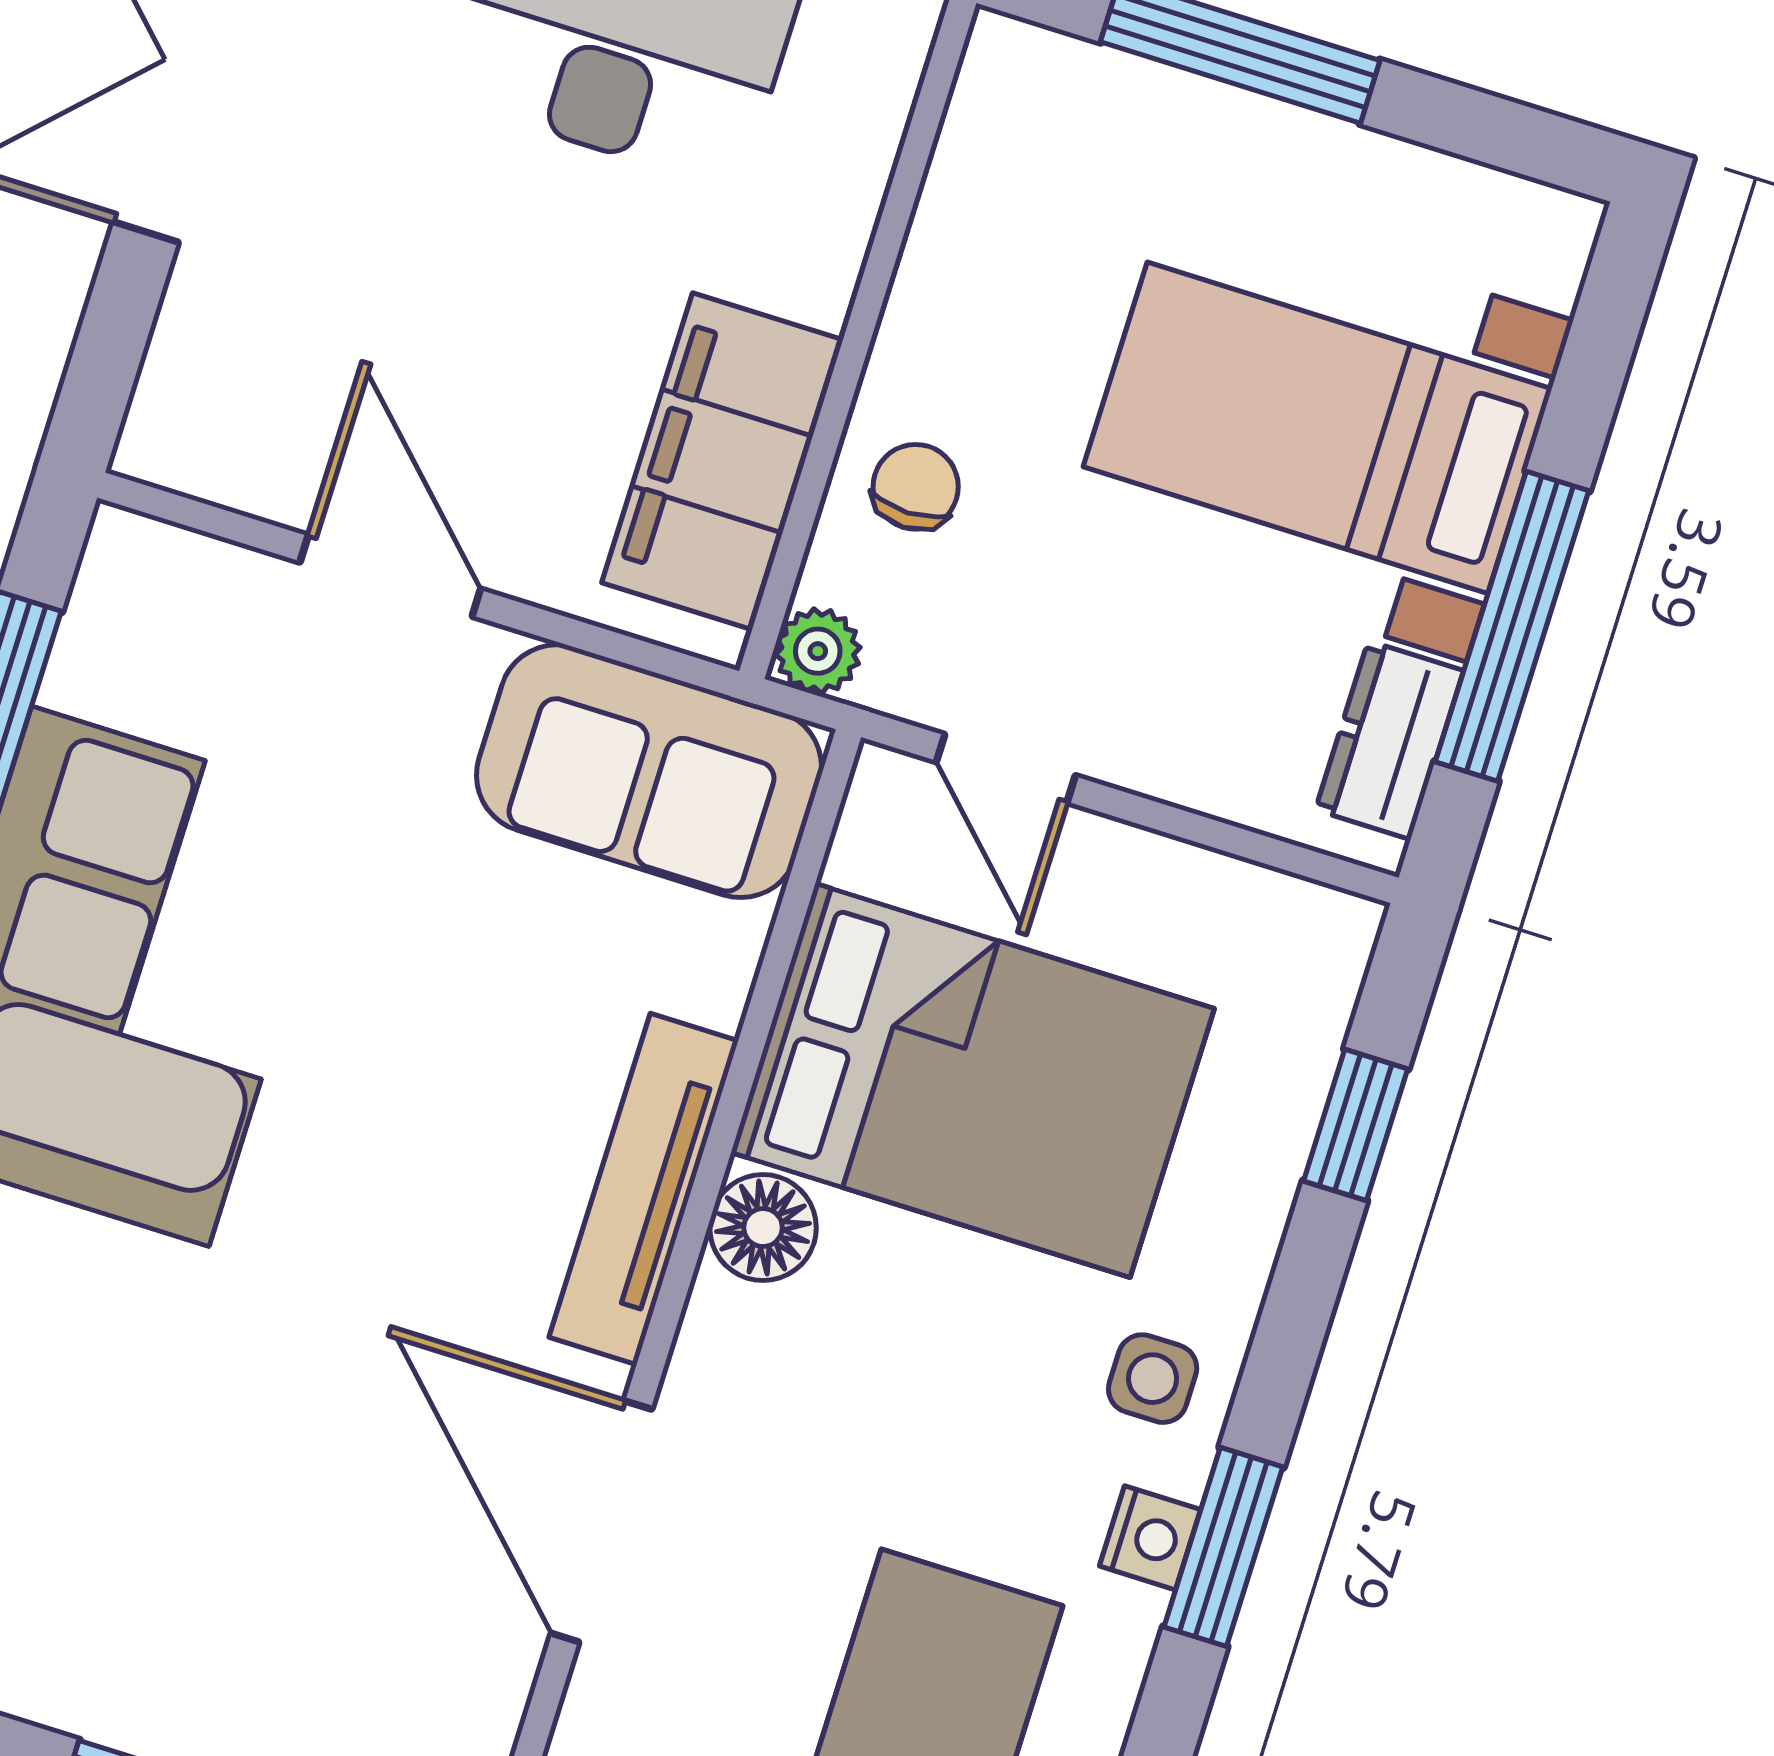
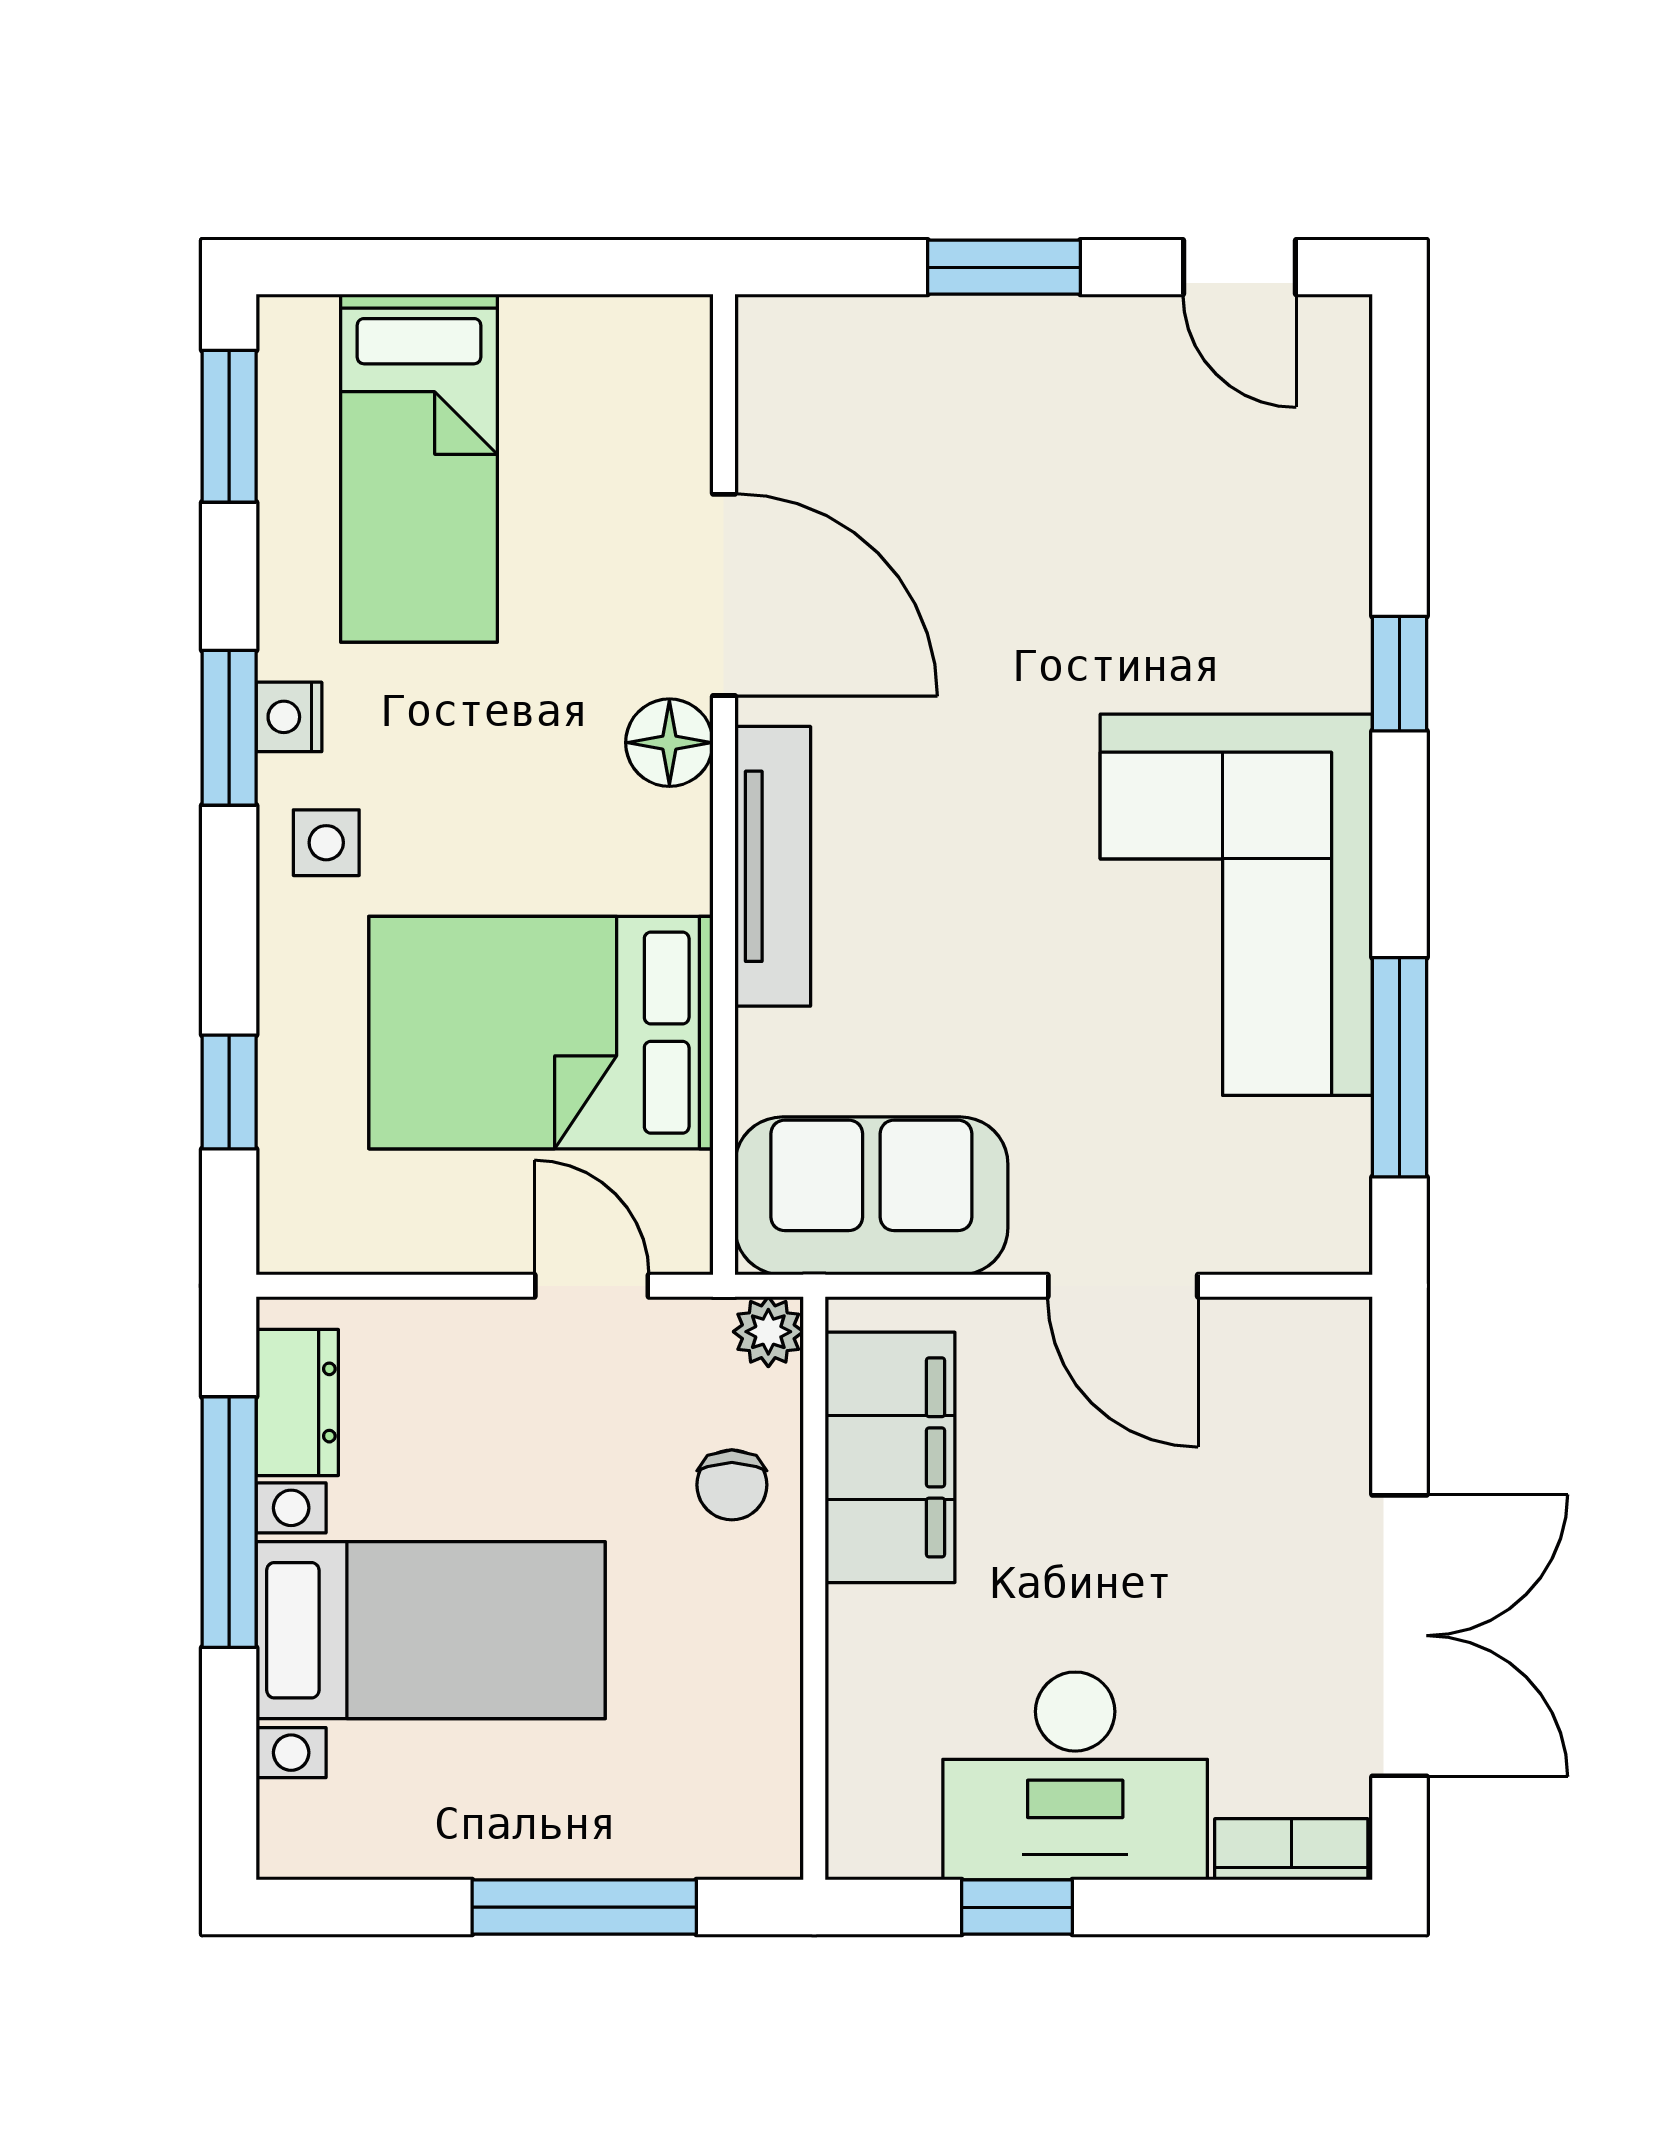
floor lamp: (763, 1228) -> (669, 743), moved

